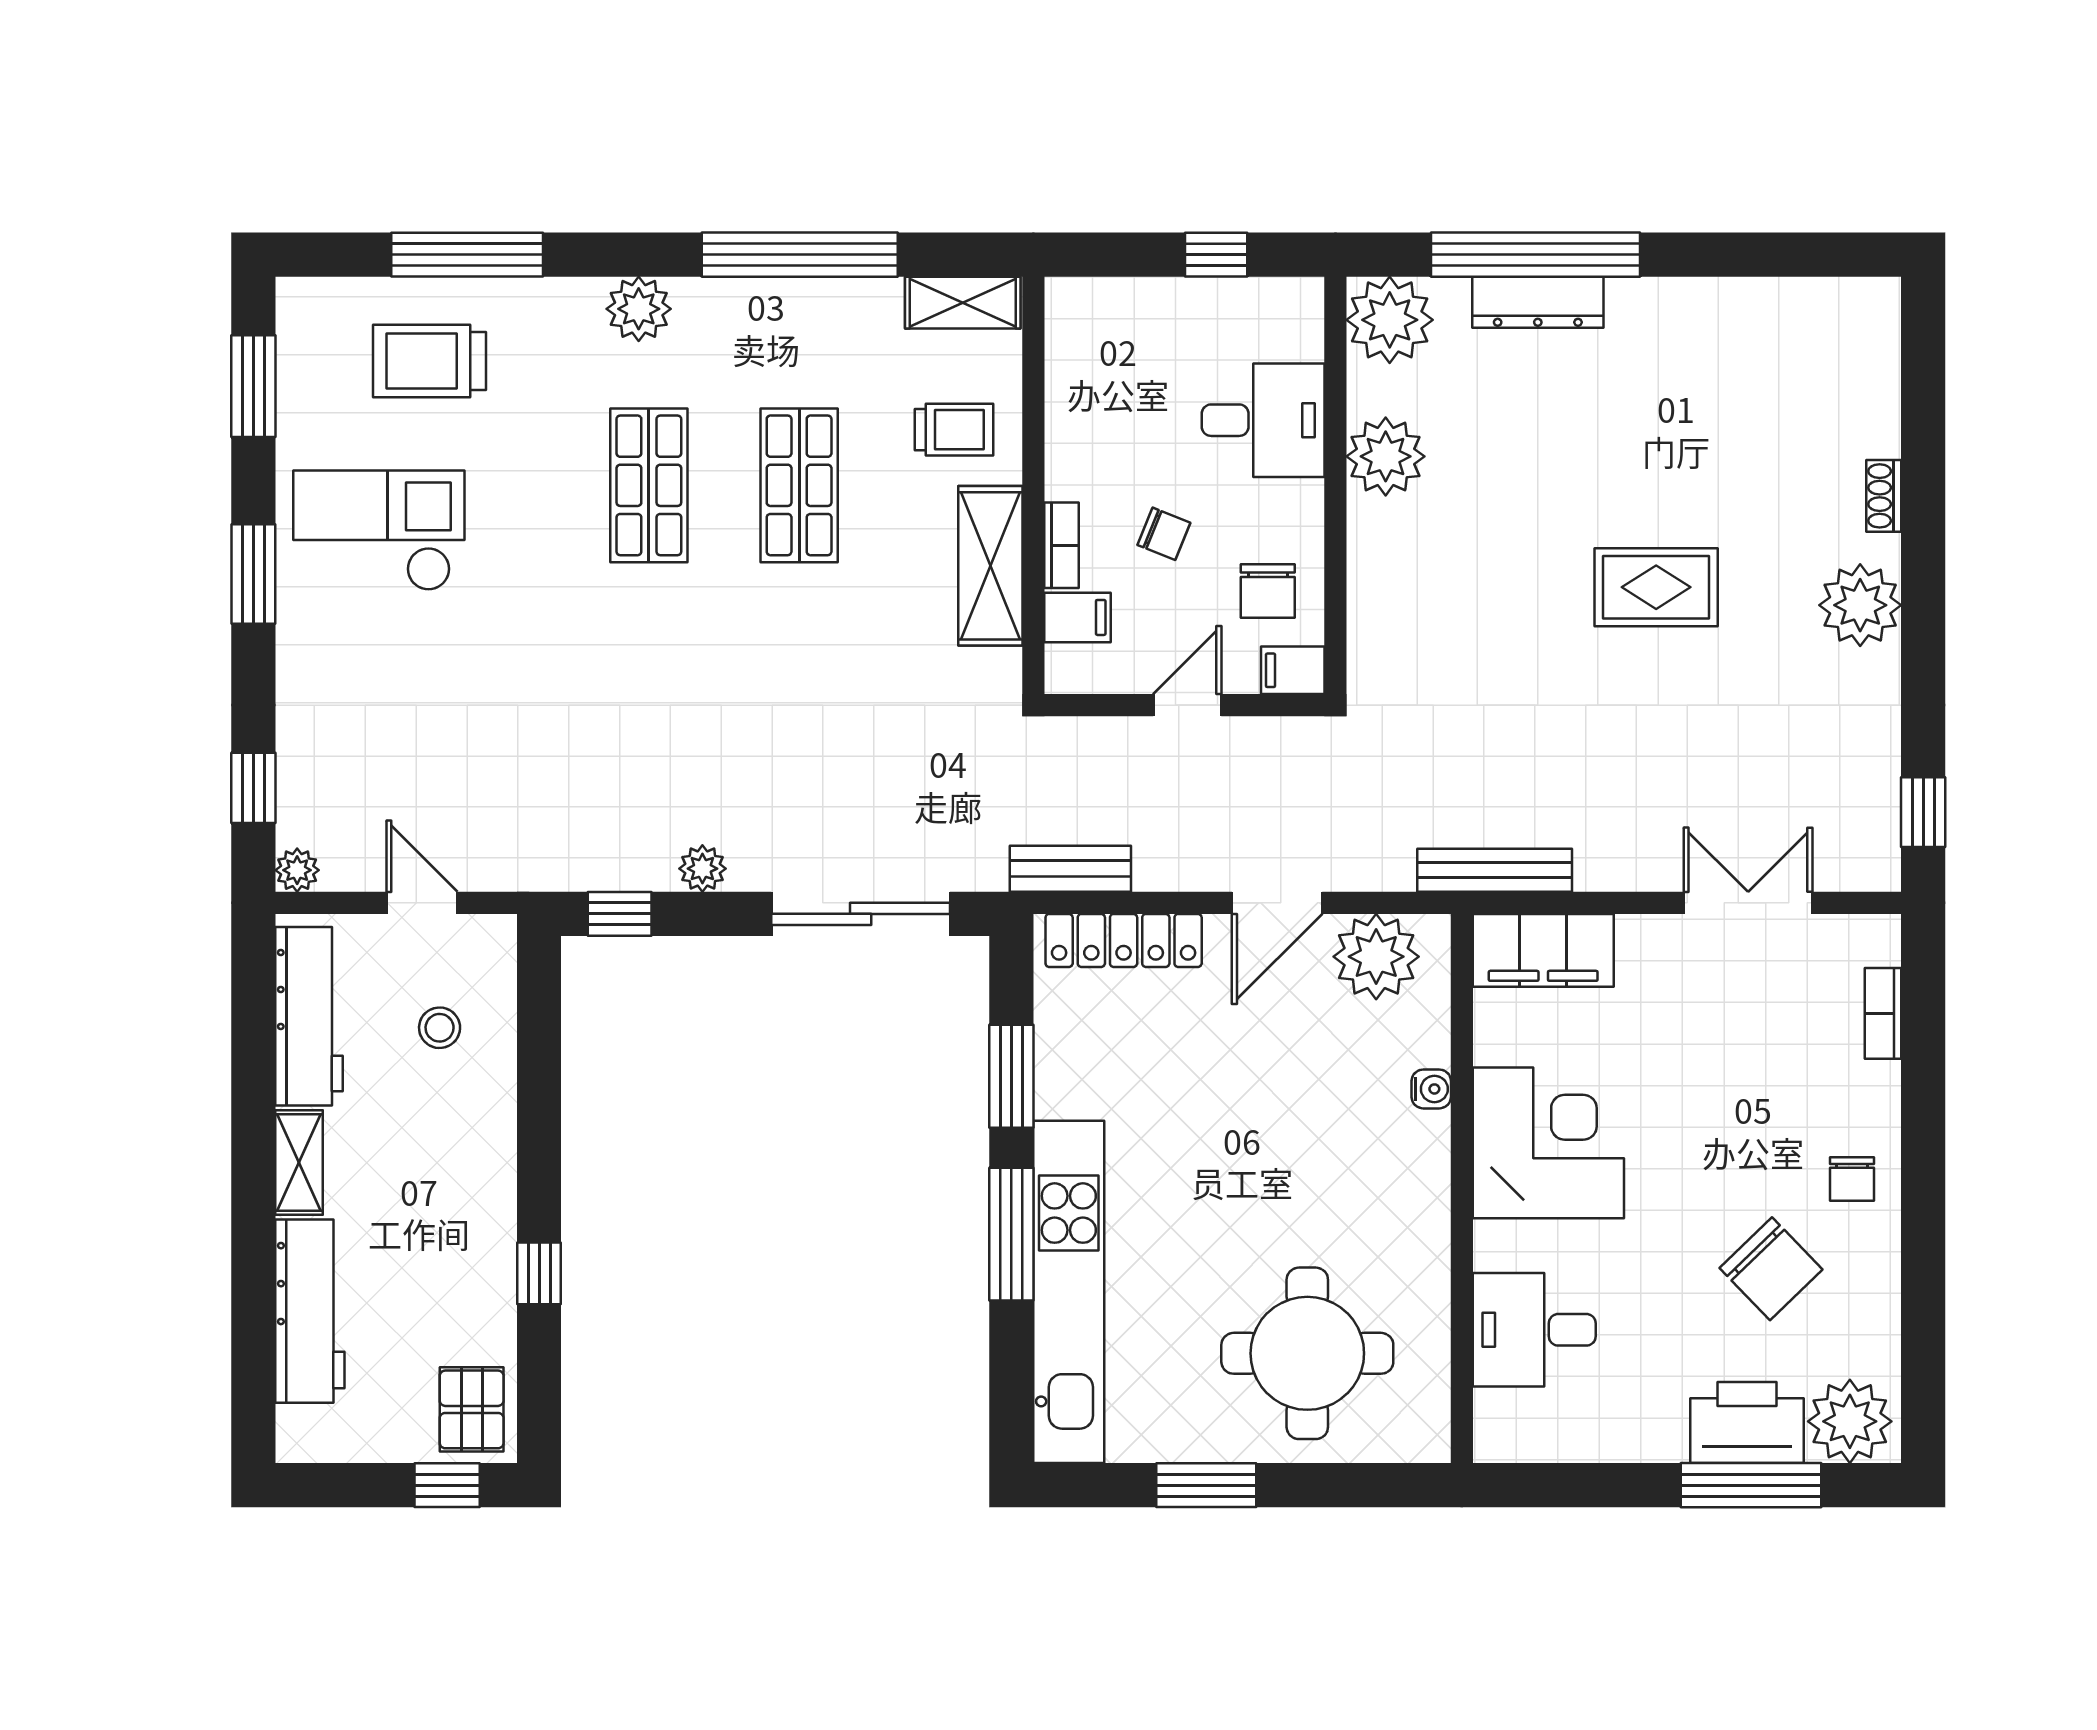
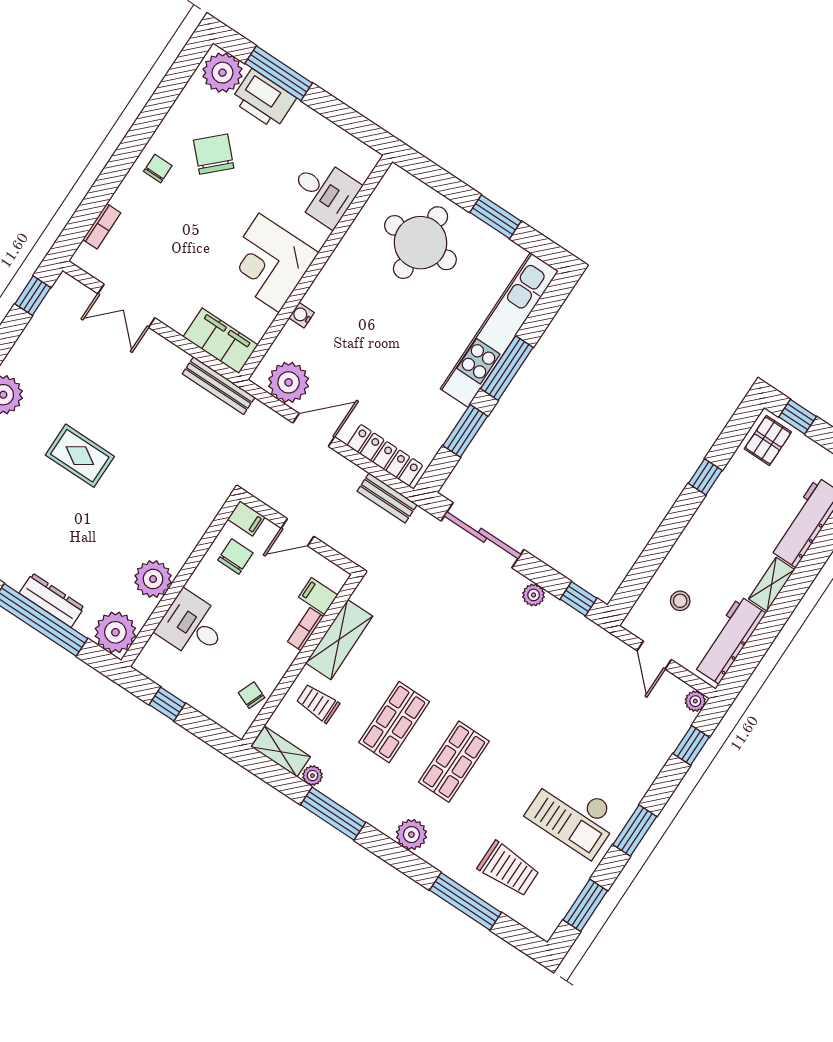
window: (800, 255) -> (333, 814), width x0.68
plant: (880, 298) -> (312, 776), added
chair: (1164, 534) -> (252, 695), moved

